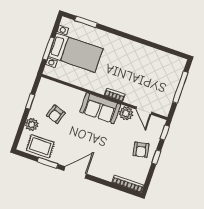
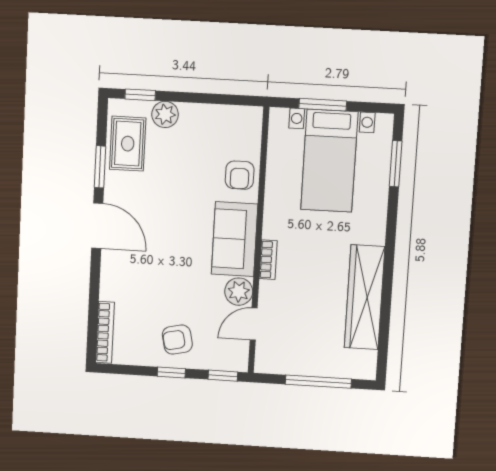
wardrobe: (146, 54) -> (365, 297), added
window: (30, 101) -> (140, 95), moved
armchair: (56, 114) -> (240, 175), moved, turned -108

